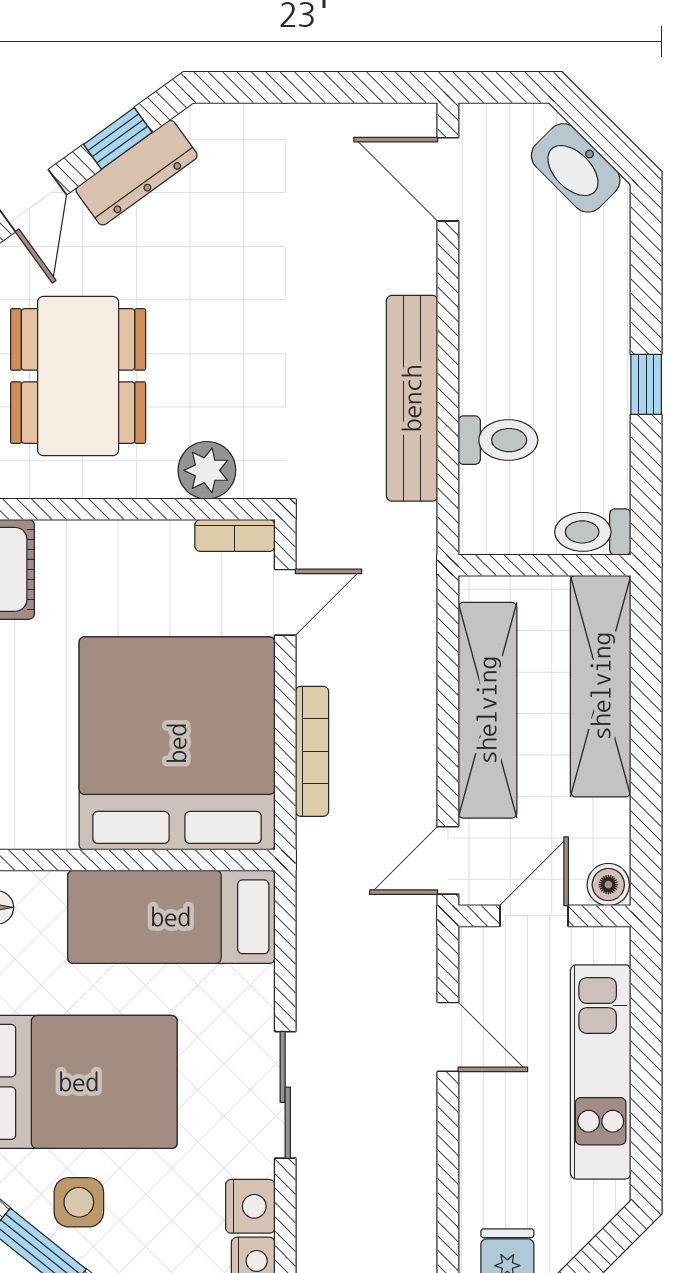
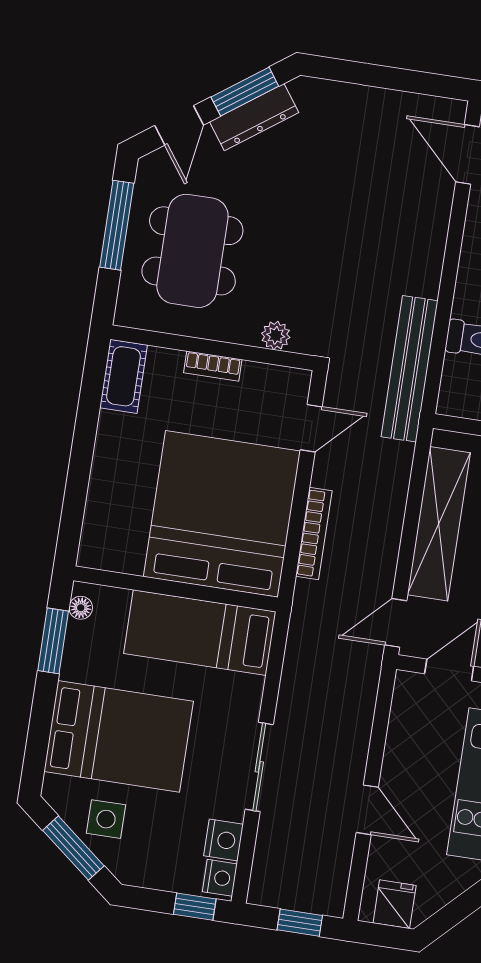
window: (118, 138) -> (245, 92), width x1.50
bench: (412, 398) -> (409, 369), moved
plant: (207, 470) -> (276, 335), width x0.73, depth x0.73
bookcase: (235, 535) -> (213, 366), moved
door: (448, 1037) -> (367, 810), moved

